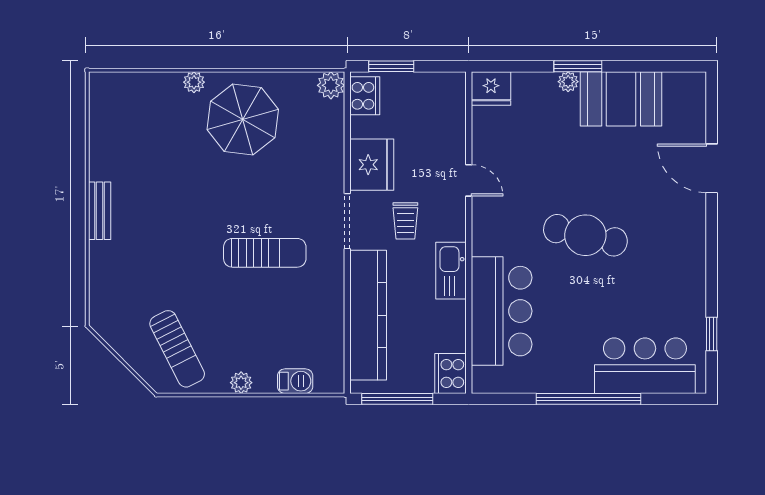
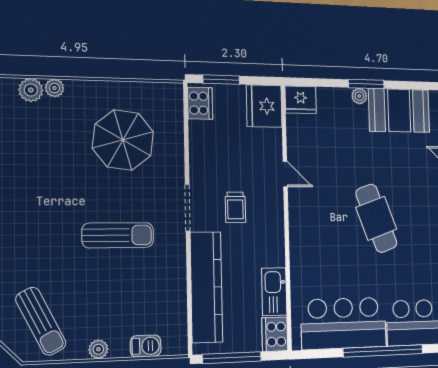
plant: (331, 85) -> (31, 90), moved
parasol: (243, 120) -> (123, 140), moved
fridge: (372, 165) -> (264, 106), moved, turned 180
cafe table: (585, 235) -> (376, 218), turned 57
kitchen sink: (451, 271) -> (274, 292), moved
bar counter: (502, 311) -> (344, 323), moved, turned -90

